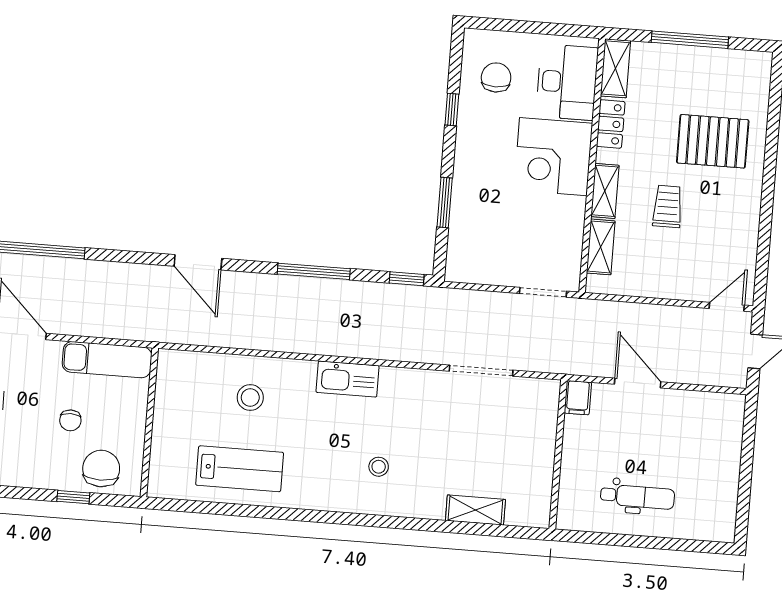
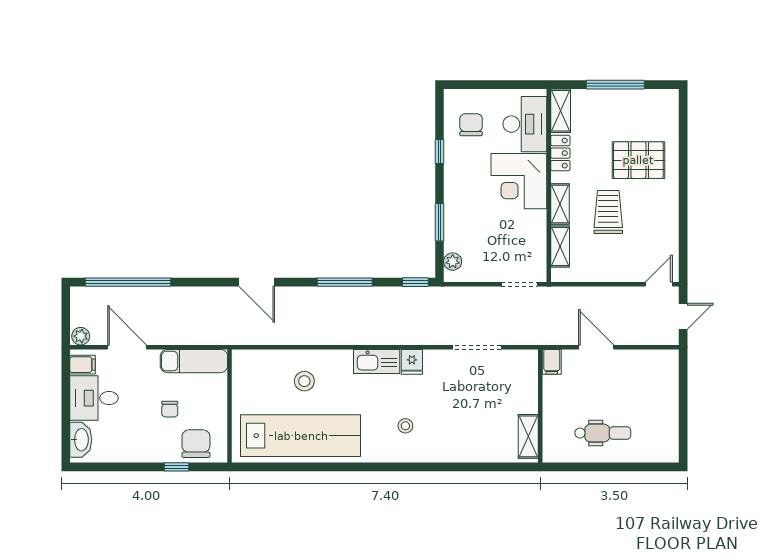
trolley: (668, 206) -> (608, 212), width x1.36, depth x1.39
plant: (458, 256) -> (453, 262), added
fridge: (394, 383) -> (412, 362), added
lab bench: (240, 469) -> (301, 436), width x1.86, depth x1.39
shelving: (475, 510) -> (528, 436), moved, turned 90

